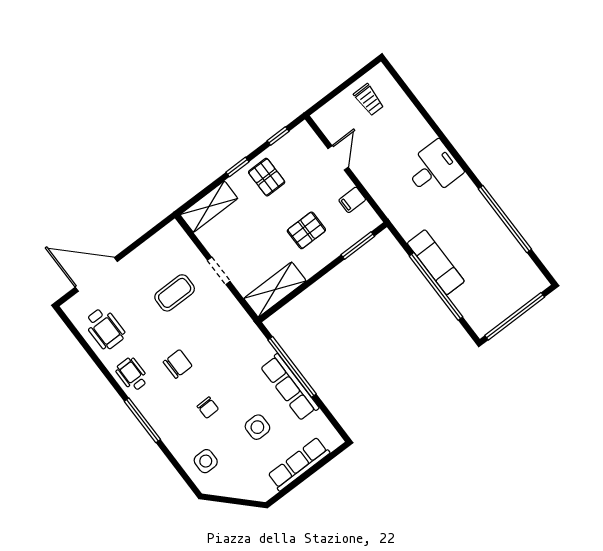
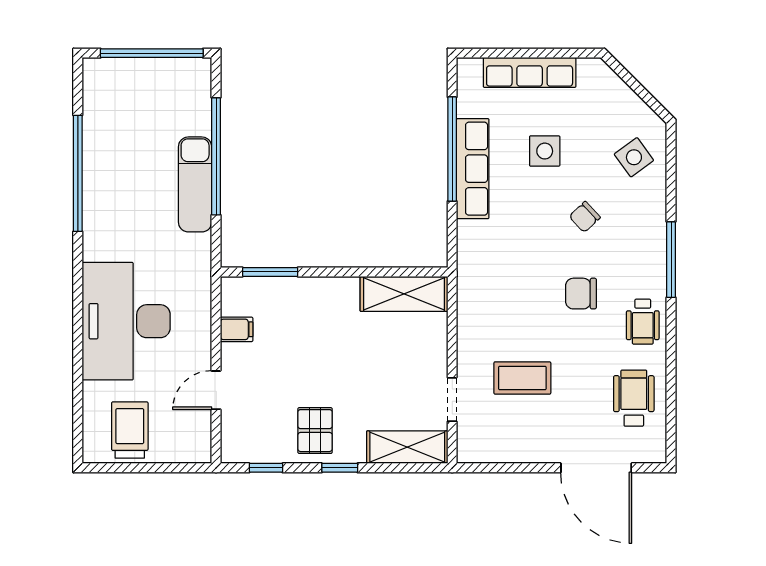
trolley: (369, 100) -> (130, 430), width x1.36, depth x1.39
desk: (433, 169) -> (126, 321), width x1.87, depth x1.30
pallet: (306, 230) -> (316, 334), removed
doorway: (219, 271) -> (452, 400), moved
window: (292, 367) -> (452, 149), moved
chair: (208, 408) -> (585, 217), turned -132
side table: (206, 461) -> (634, 157), turned -36

